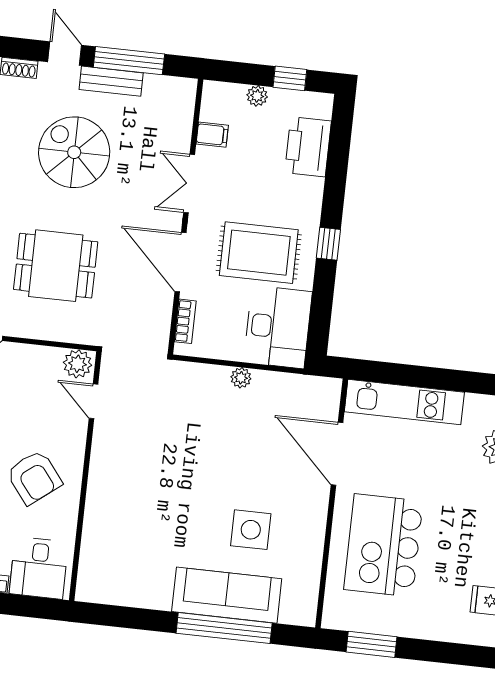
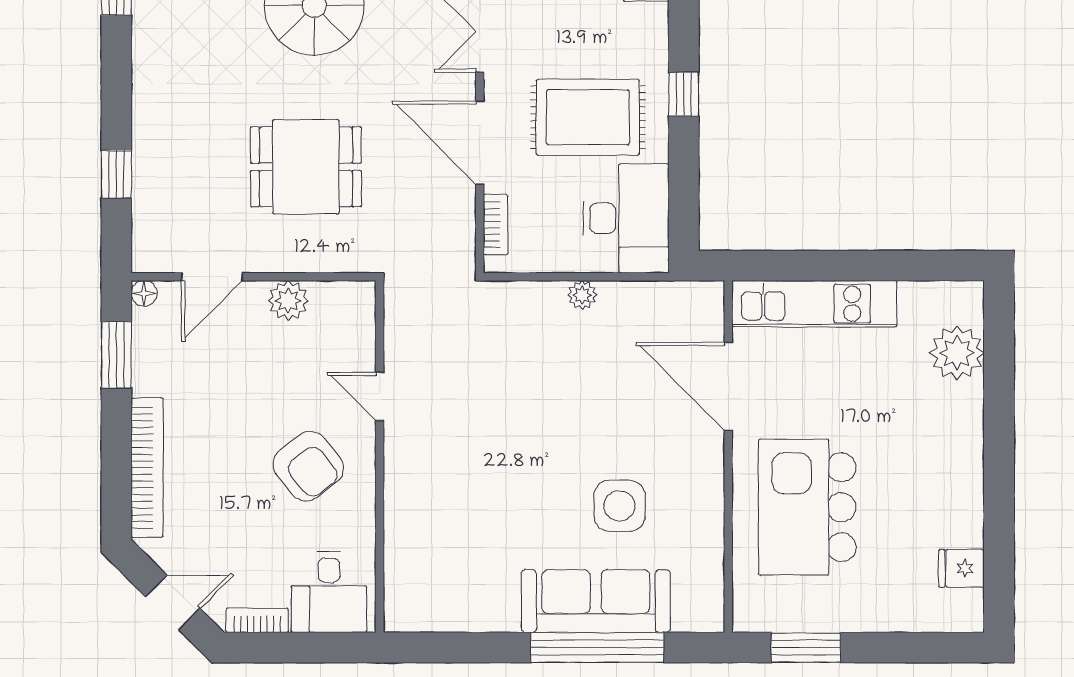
plant: (78, 364) -> (288, 301), moved
door: (94, 401) -> (380, 396), moved

